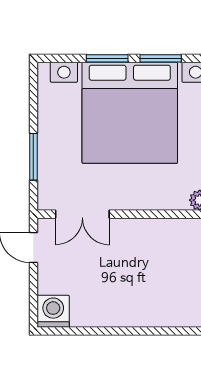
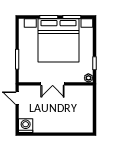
double door: (82, 214) -> (53, 84), moved

